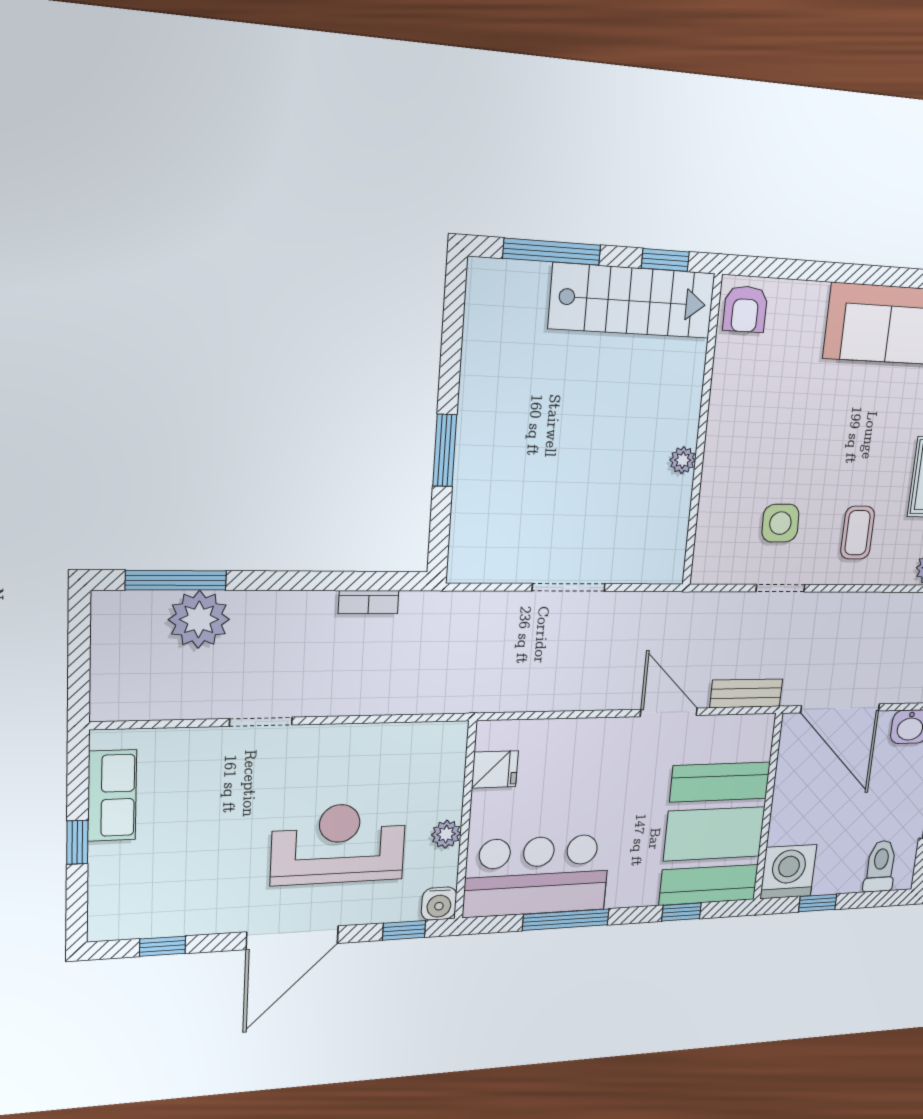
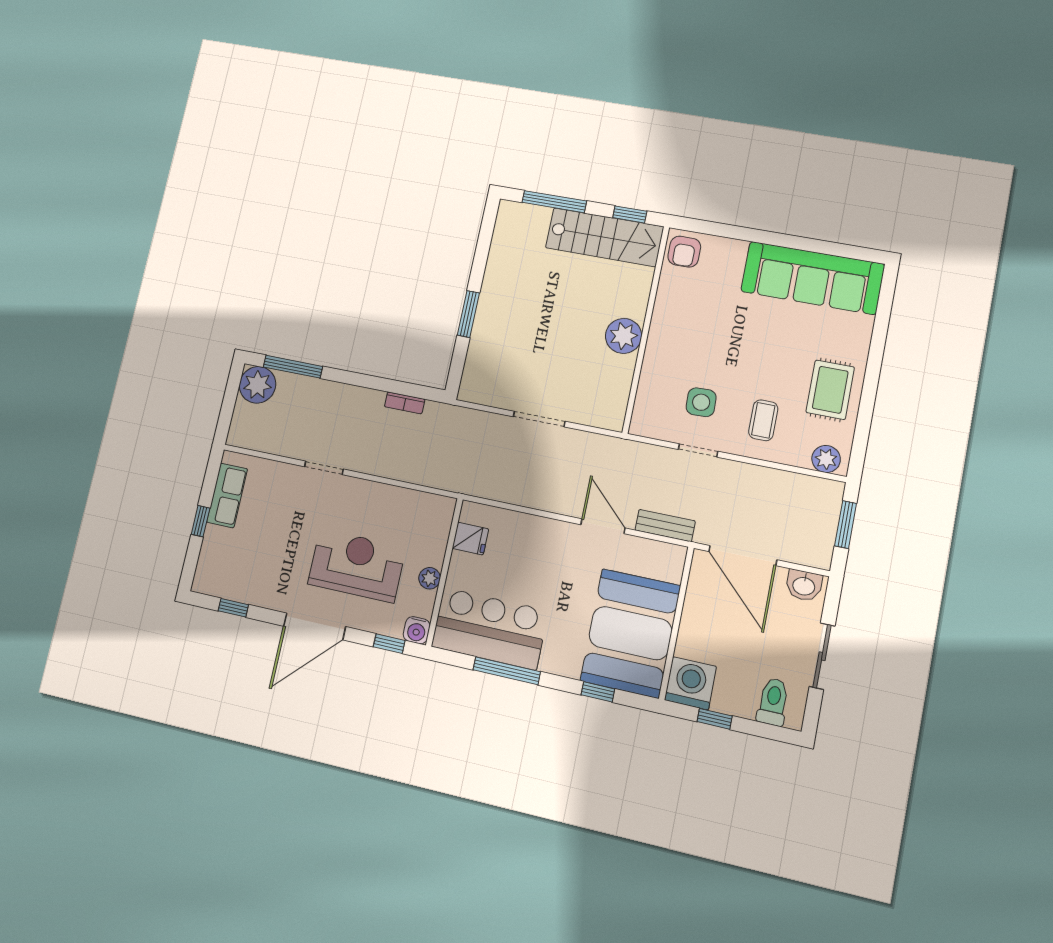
plant: (683, 460) -> (624, 336), width x1.87, depth x1.87
plant: (199, 619) -> (258, 385), moved

